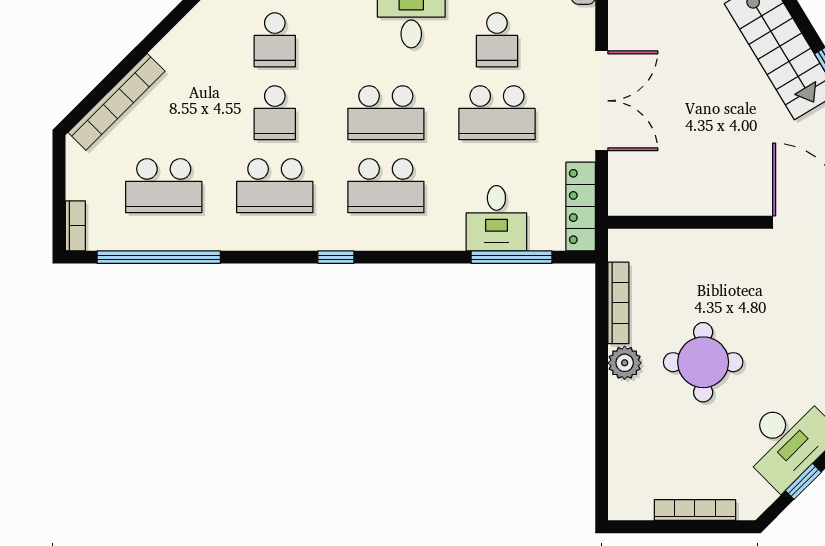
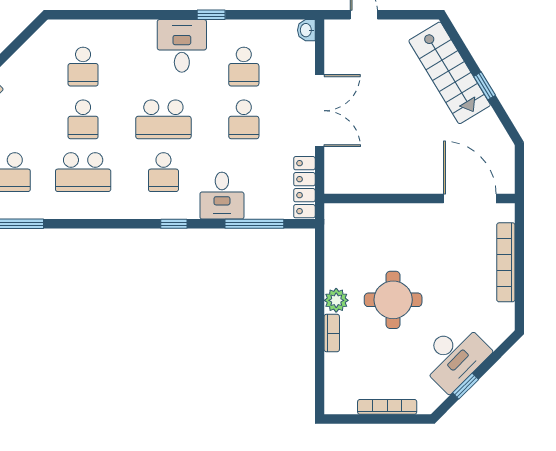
school desk: (497, 113) -> (244, 119), width x0.54
school desk: (386, 186) -> (163, 172), width x0.54
desk: (496, 218) -> (222, 196), moved
window: (336, 257) -> (174, 224), moved
bookcase: (618, 303) -> (332, 333), moved, width x0.64

